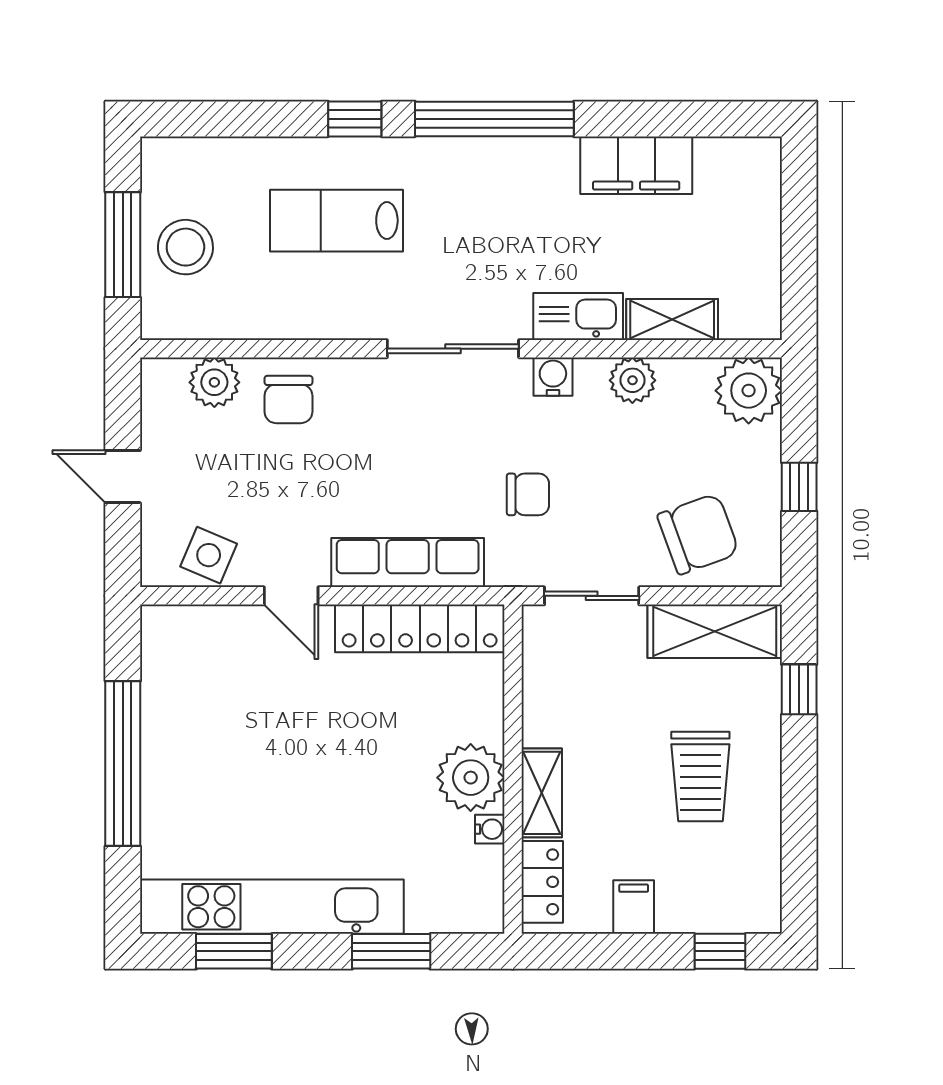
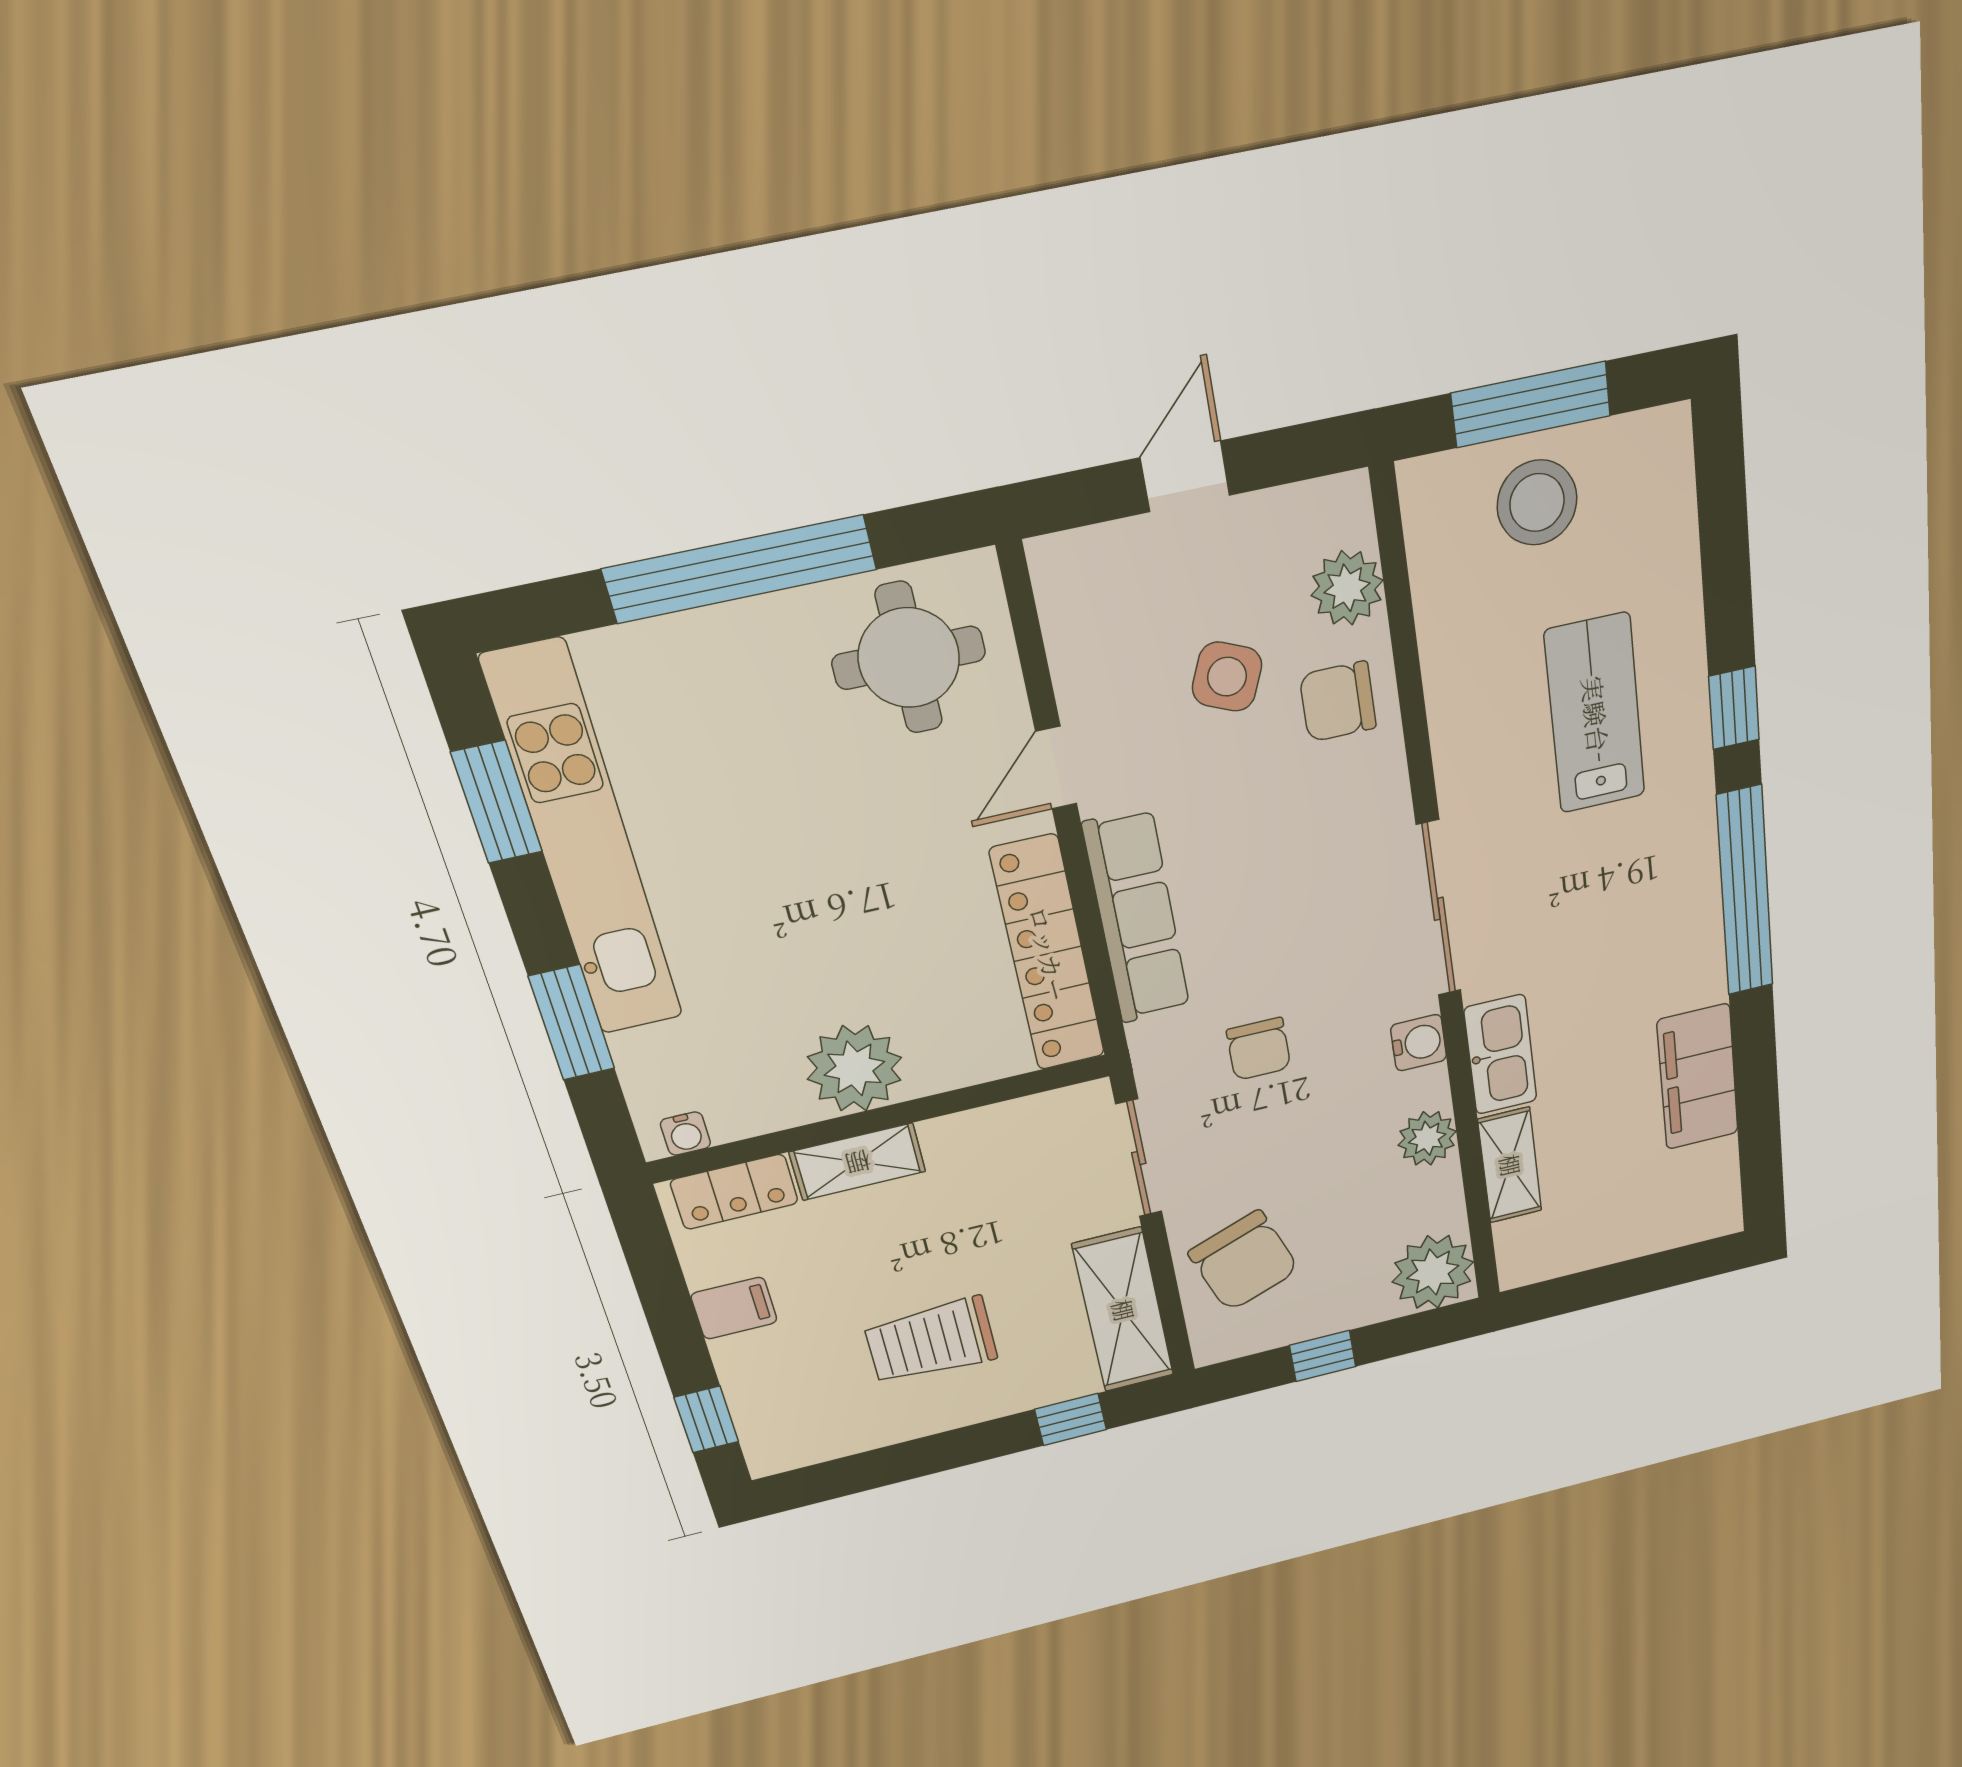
side table: (209, 555) -> (1227, 677), moved
round table: (199, 674) -> (909, 658), added
water cooler: (490, 829) -> (685, 1134), moved

